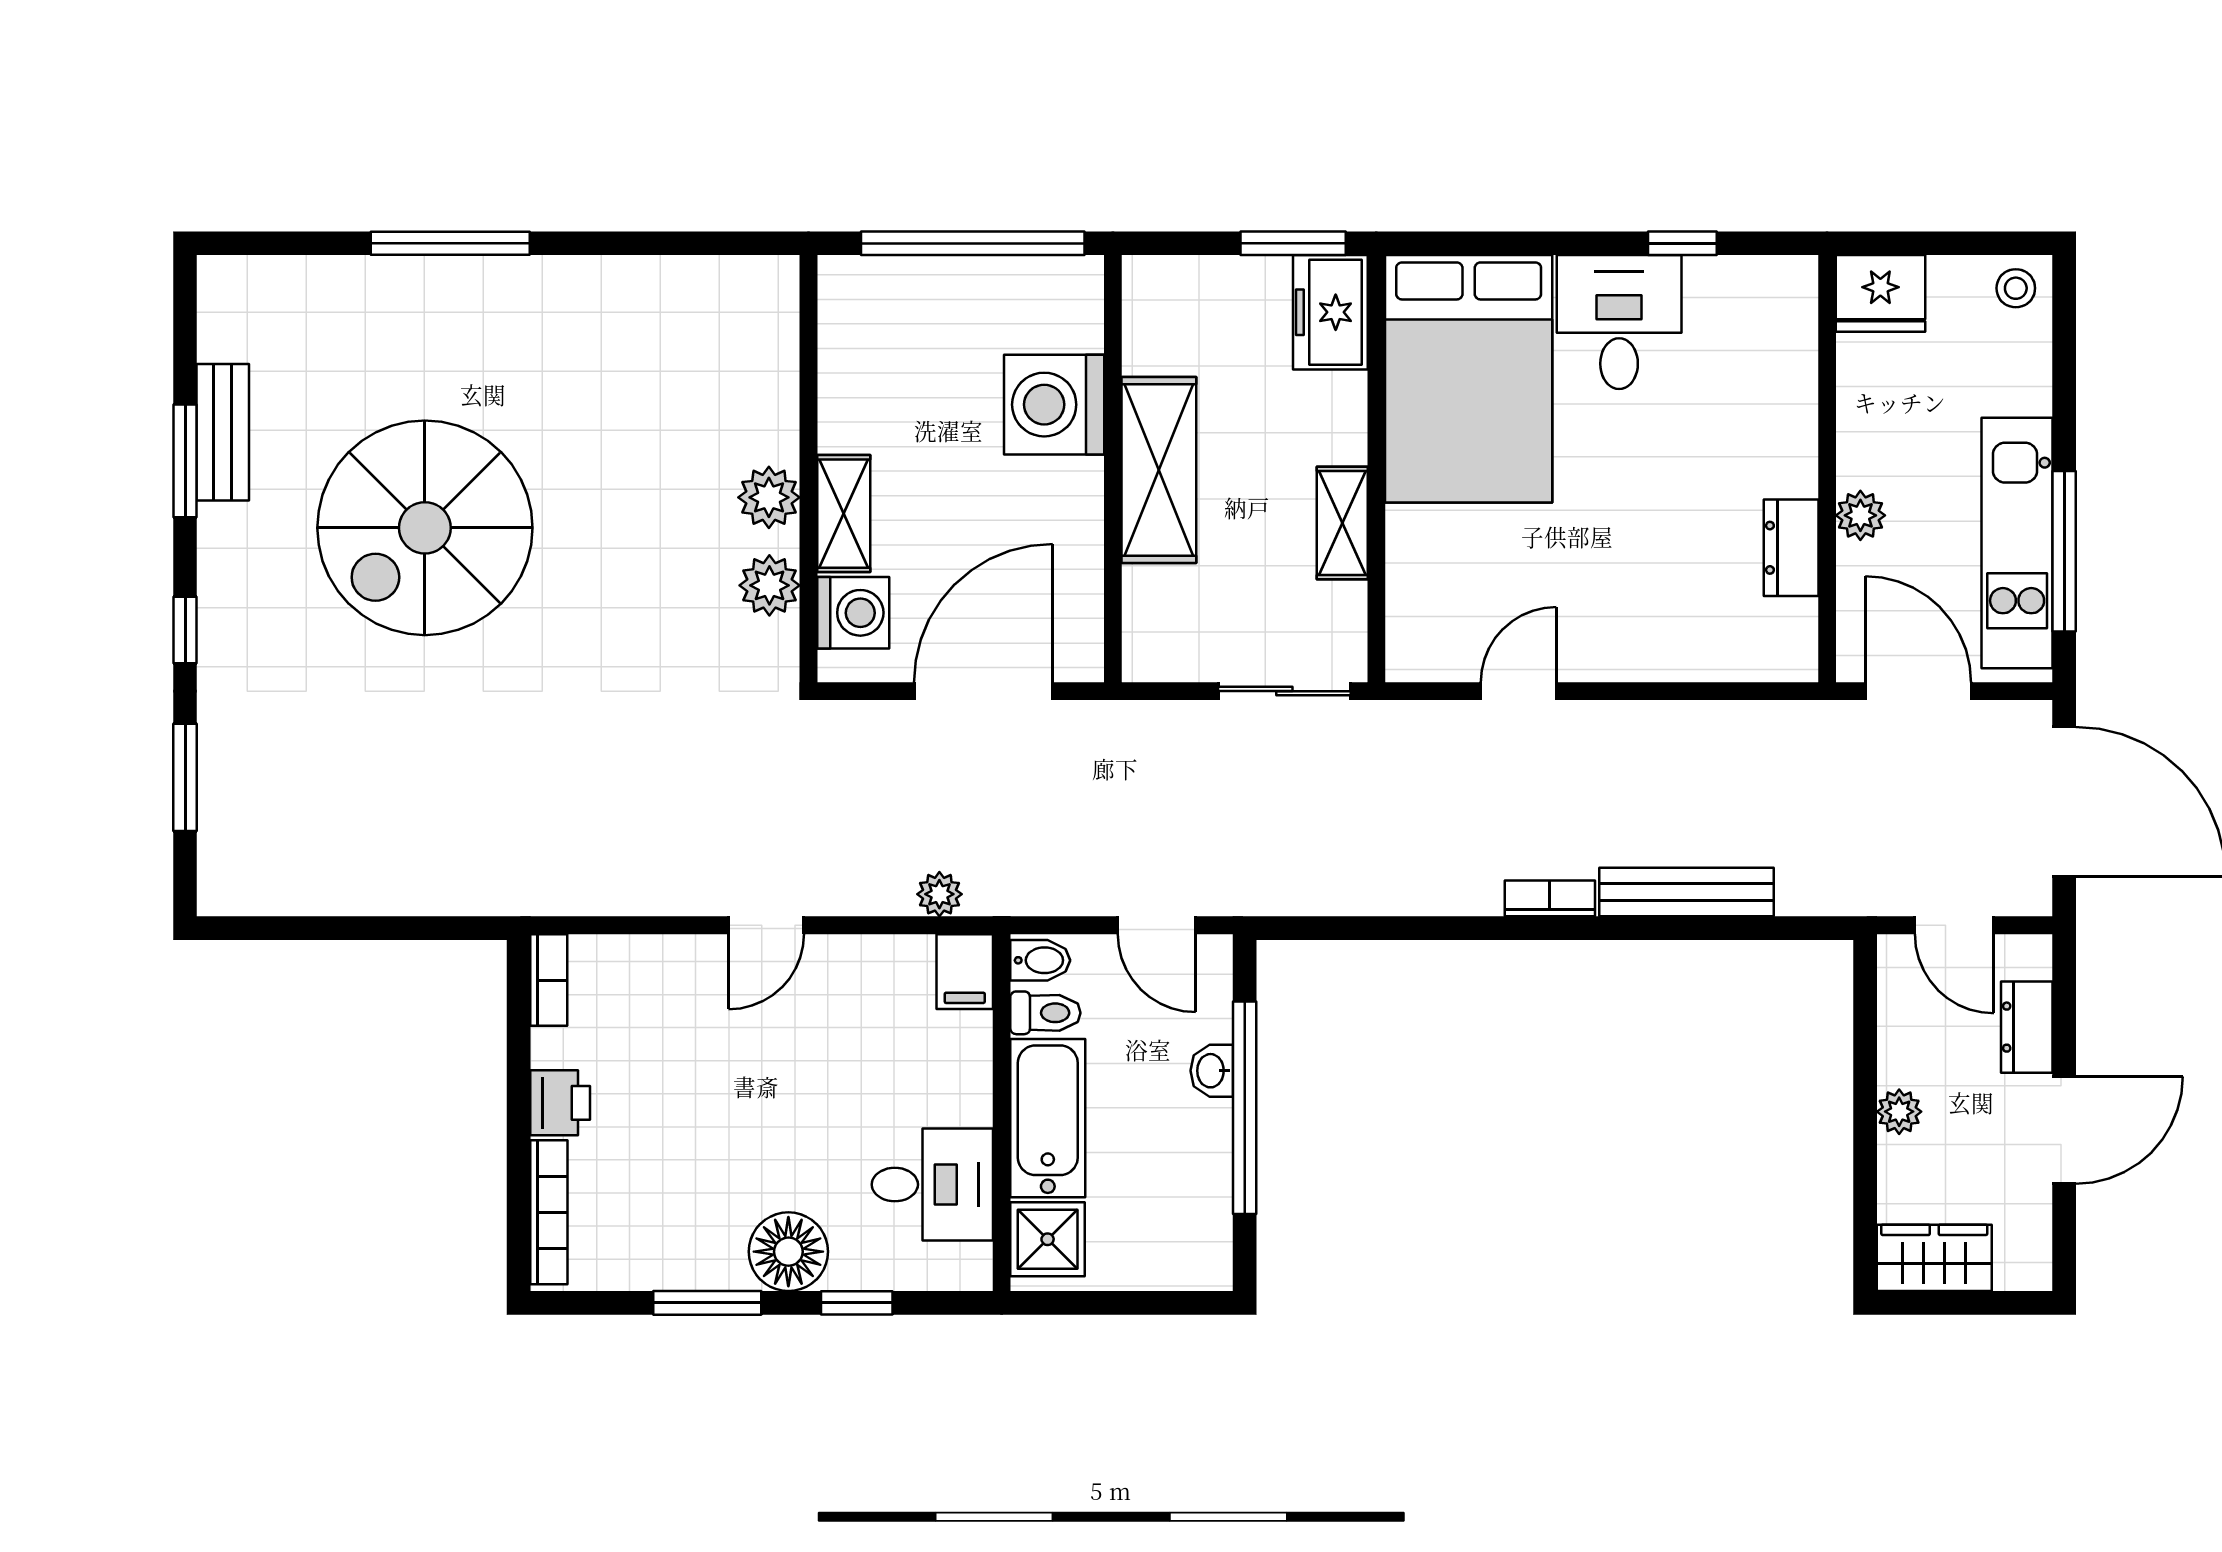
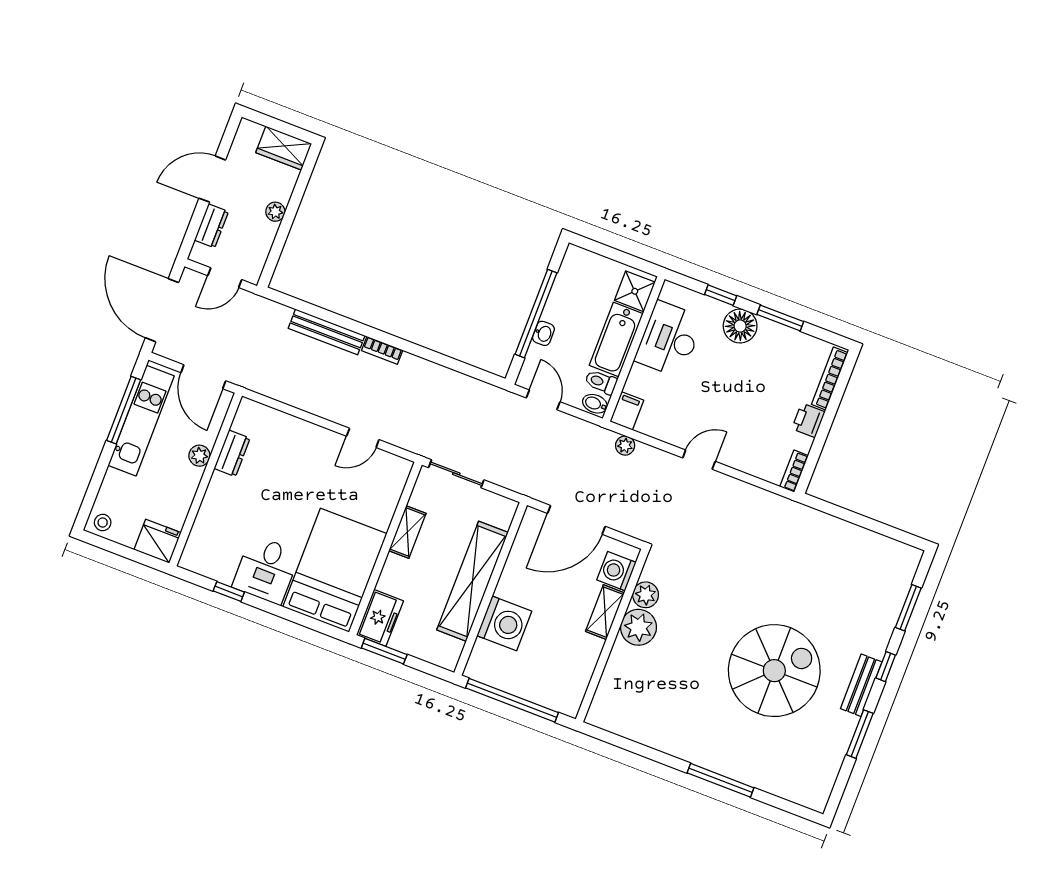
bench: (223, 432) -> (861, 685), moved
shelving: (1159, 470) -> (472, 581), width x1.47
plant: (769, 497) -> (638, 627), width x1.36, depth x1.36
door: (1954, 925) -> (225, 278), swing flipped
desk: (932, 1185) -> (669, 339), width x1.37

